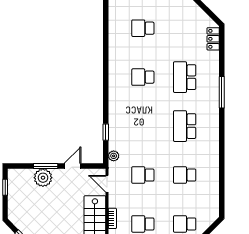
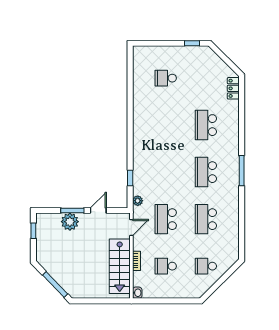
school desk: (143, 77) -> (166, 125), removed
window: (222, 92) -> (242, 171), moved
school desk: (143, 175) -> (166, 219), width x1.85
school desk: (185, 175) -> (206, 219), width x1.85
door: (107, 184) -> (131, 227), swing flipped

